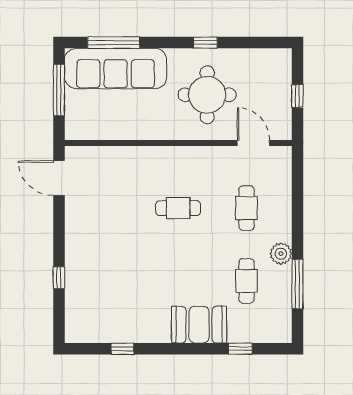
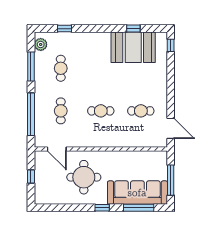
window: (205, 43) -> (102, 208), moved
window: (297, 202) -> (31, 114), added
cafe table: (110, 208) -> (141, 111), added
plant: (281, 254) -> (41, 44), moved
window: (59, 278) -> (171, 45), moved
booth: (199, 325) -> (133, 47), moved, width x1.36, depth x1.42

